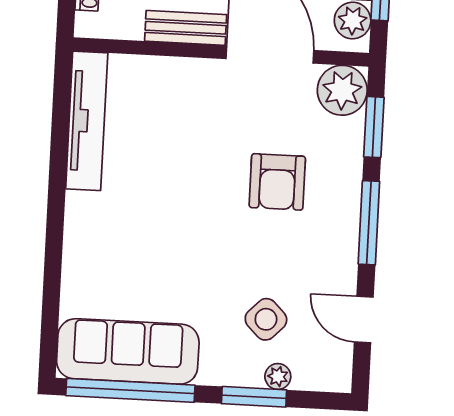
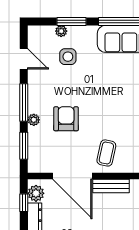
plant: (342, 90) -> (34, 120), moved, width x0.53, depth x0.53
coffee table: (192, 102) -> (106, 153), added
side table: (266, 319) -> (68, 57), turned 45

